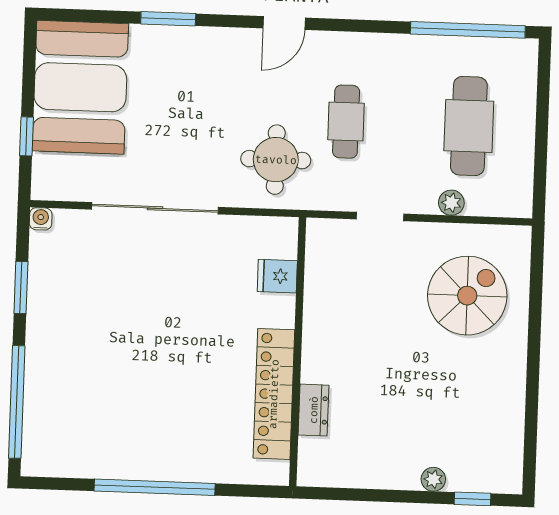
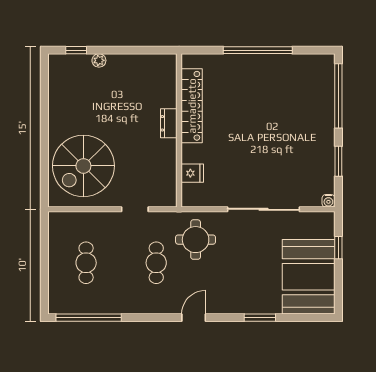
cafe table: (469, 126) -> (86, 263), width x0.73, depth x0.74
plant: (451, 203) -> (94, 219), removed
spiral stairs: (467, 296) -> (83, 166), width x1.37, depth x1.37
dresser: (314, 410) -> (169, 123), moved

